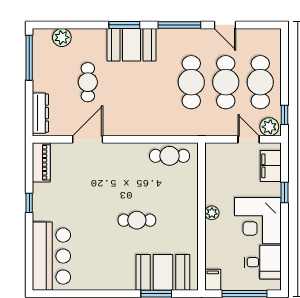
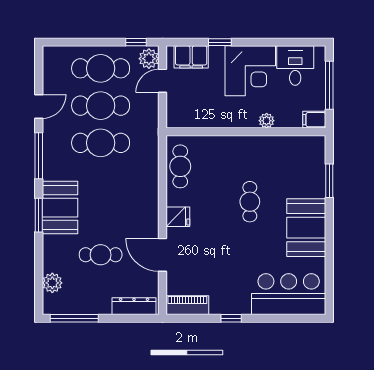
fridge: (123, 154) -> (178, 217), added
plant: (212, 213) -> (267, 121), moved
booth: (163, 272) -> (306, 228), moved

